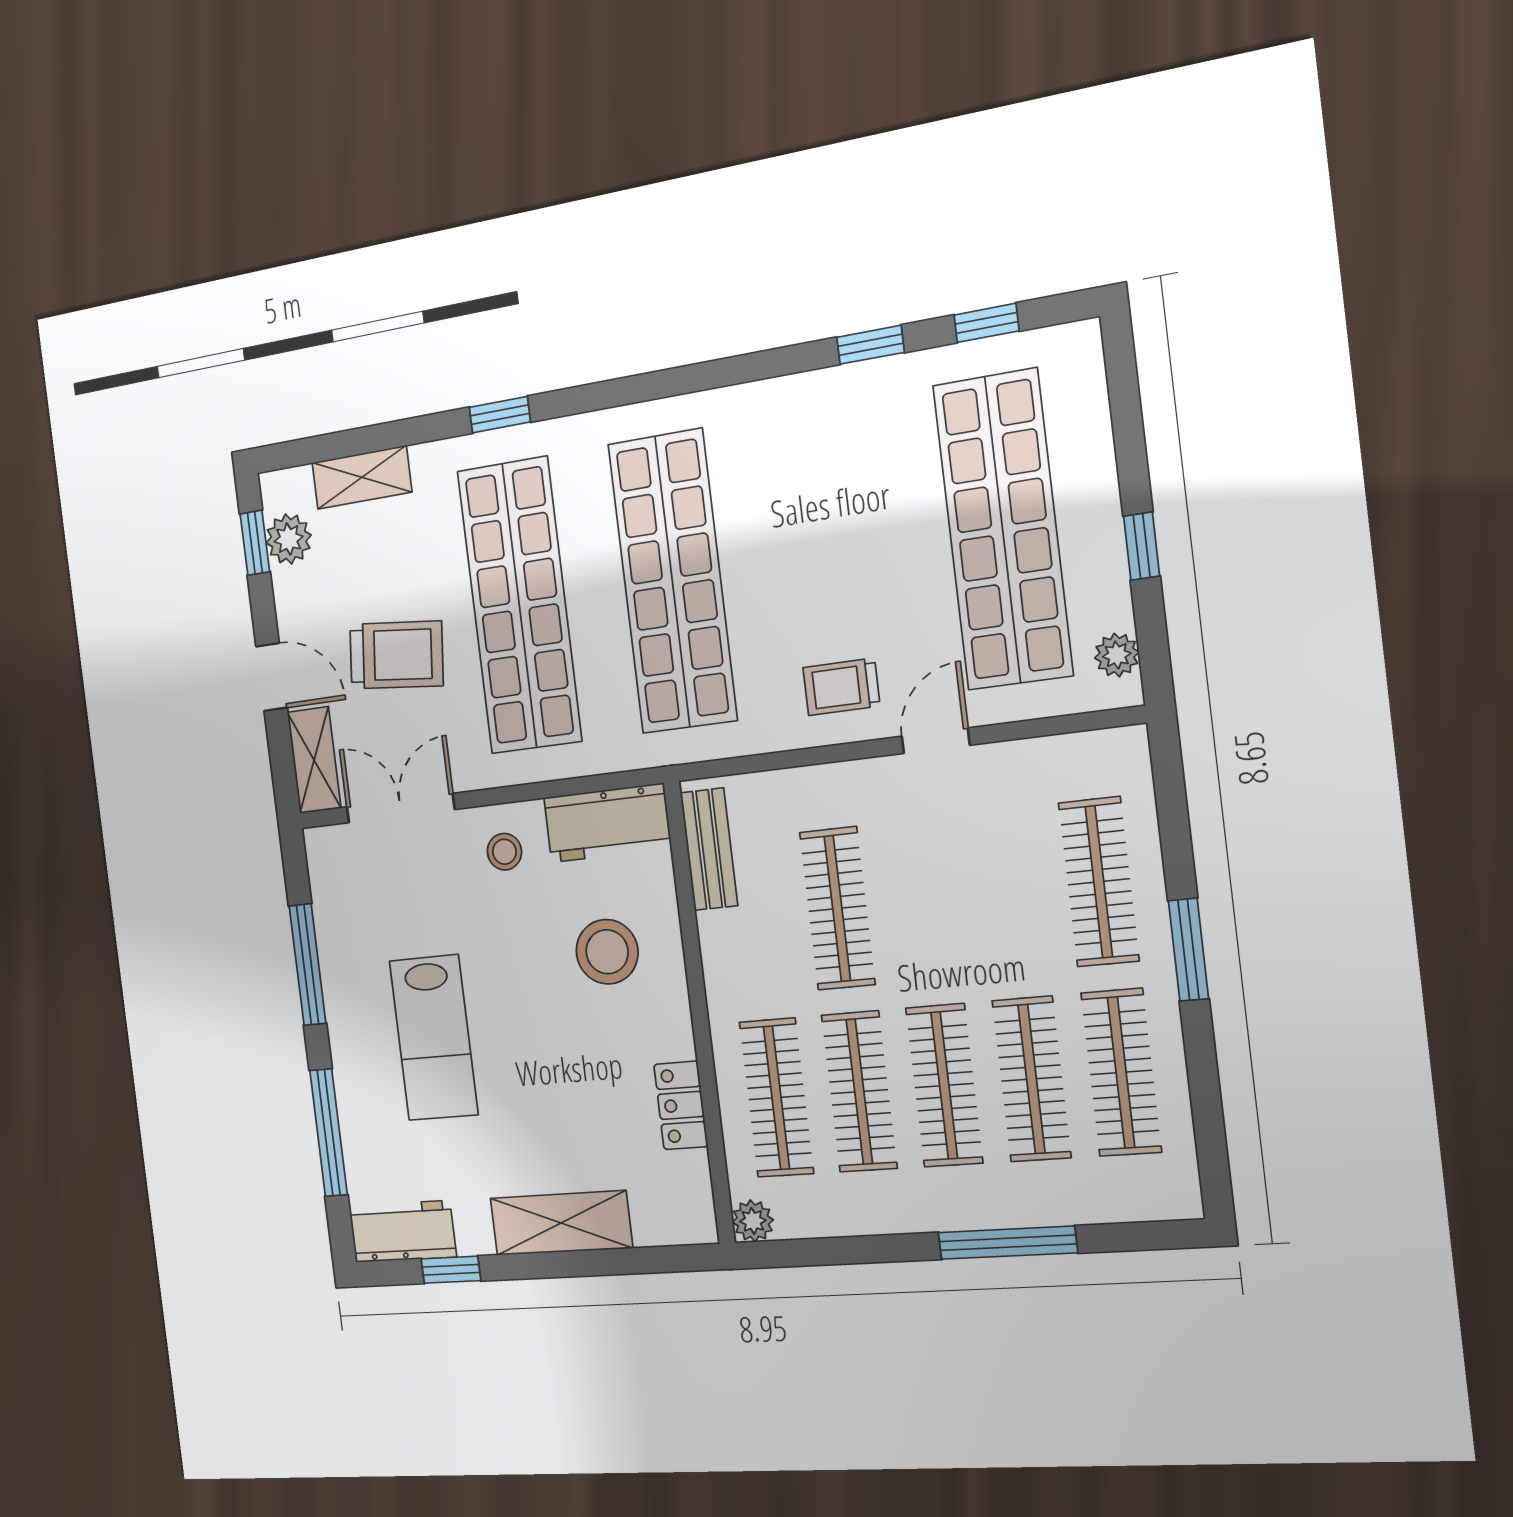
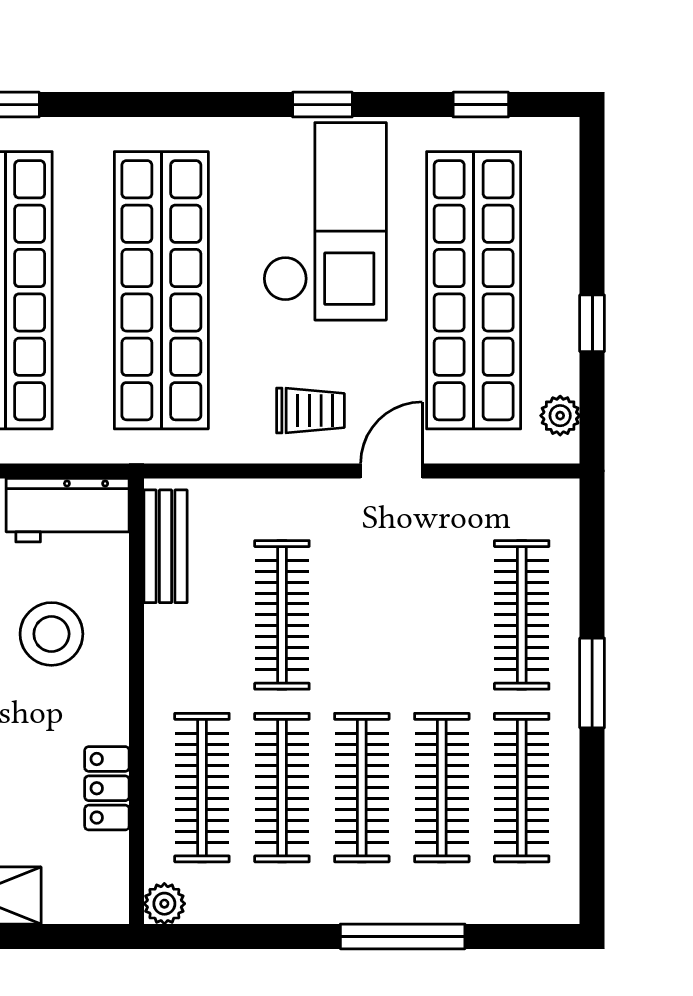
window: (870, 345) -> (322, 105), moved
checkout: (832, 481) -> (325, 221), added
trolley: (841, 687) -> (310, 411), turned 180

